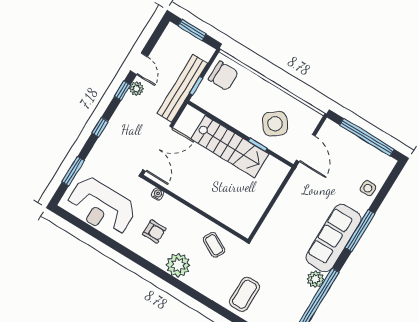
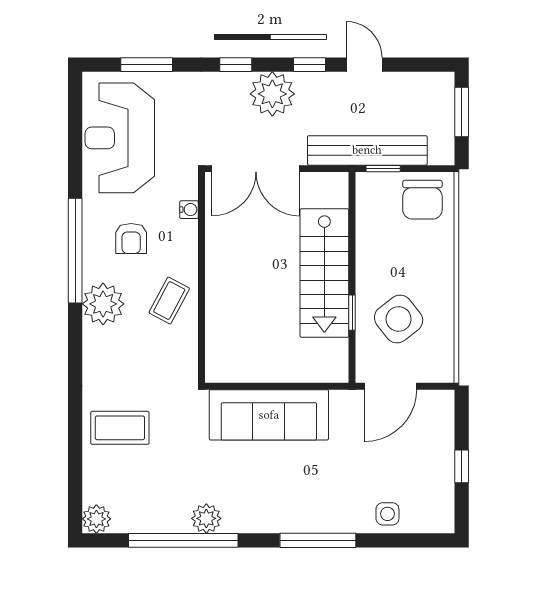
door: (139, 64) -> (364, 65), swing flipped
plant: (136, 89) -> (272, 94), moved, width x1.87, depth x1.87
window: (367, 137) -> (462, 466), width x0.32
sofa: (333, 238) -> (269, 415), moved, turned 180
coffee table: (214, 245) -> (169, 301), moved
window: (143, 263) -> (75, 251), added

